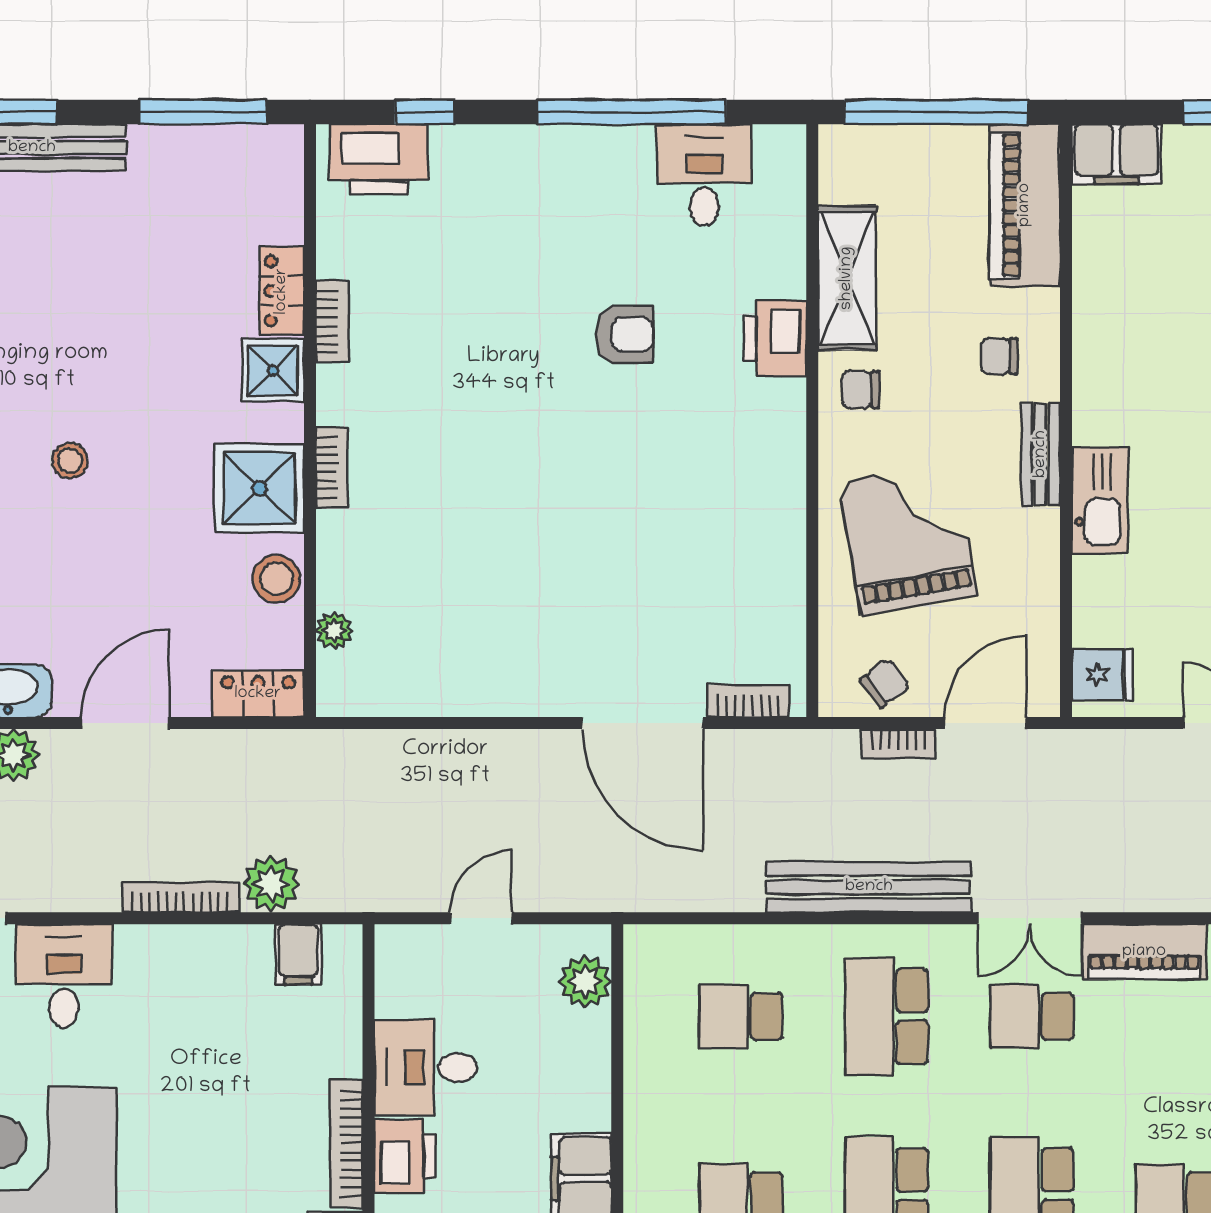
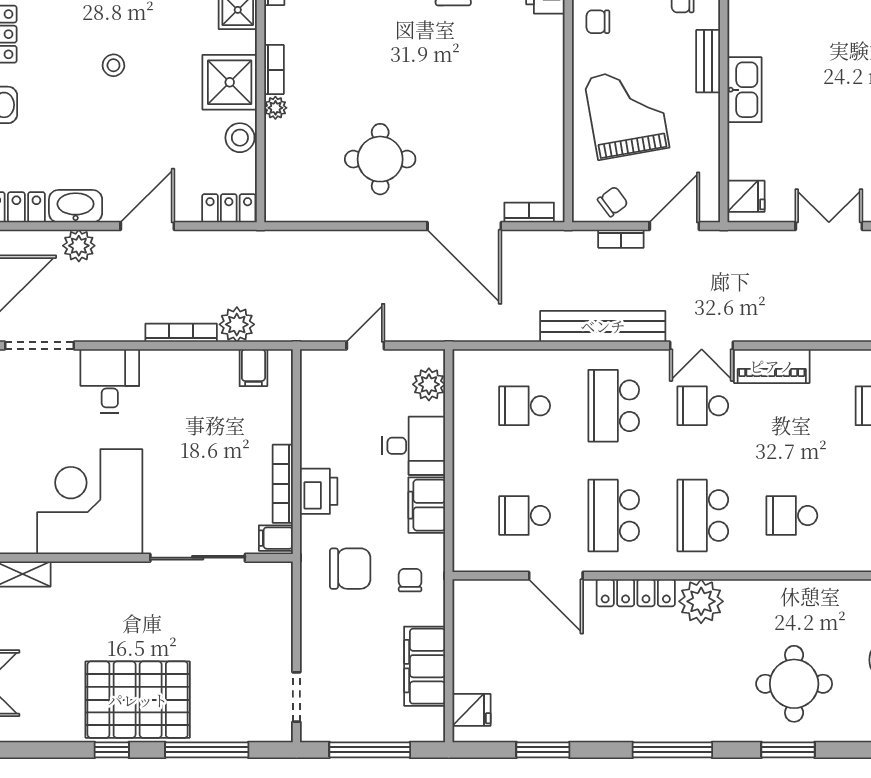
round table: (505, 614) -> (380, 159), added
plant: (334, 631) -> (275, 108), moved
desk: (426, 1068) -> (414, 446), moved, turned 180

